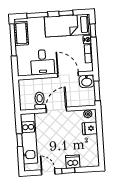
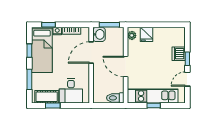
window: (13, 40) -> (53, 105), width x0.46
desk: (42, 62) -> (71, 91), moved, turned 90
toilet: (40, 101) -> (115, 98), moved

